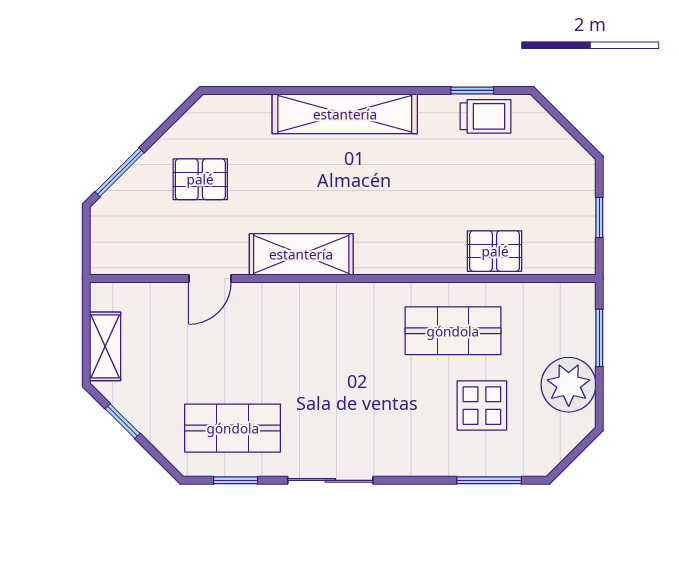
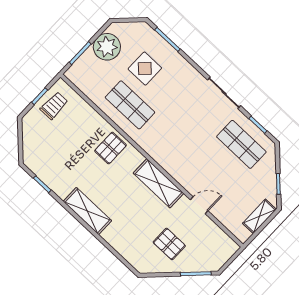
shelving: (345, 114) -> (87, 211), width x0.68
trolley: (485, 116) -> (54, 106), moved, turned 90
pallet: (495, 251) -> (111, 148), moved, turned 90

